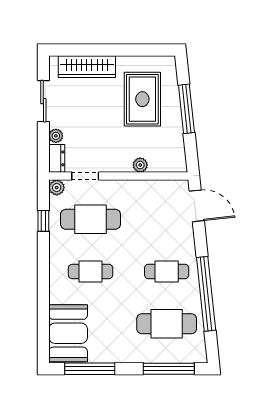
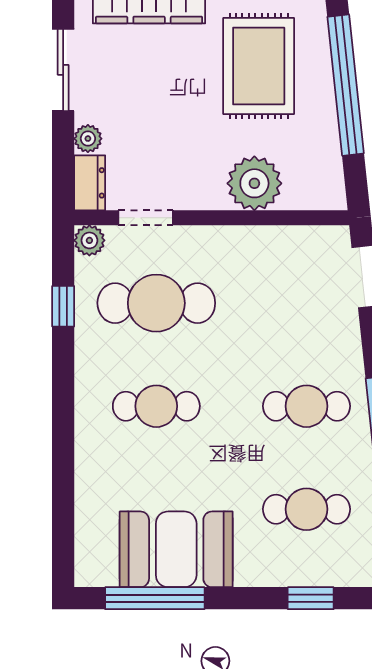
window: (186, 109) -> (346, 85), width x1.46
plant: (140, 165) -> (254, 183), width x1.88, depth x1.88
cafe table: (167, 324) -> (306, 509), width x0.73, depth x0.74
booth: (68, 333) -> (176, 549), moved, turned 90
window: (169, 369) -> (311, 598), width x0.46

